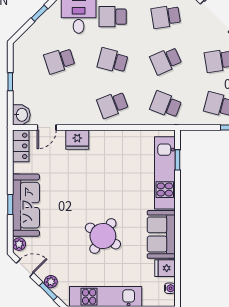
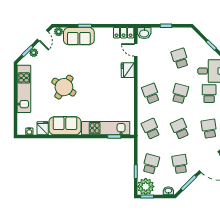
school desk: (166, 105) -> (151, 129), turned -45
sofa: (26, 205) -> (79, 36), width x0.73

